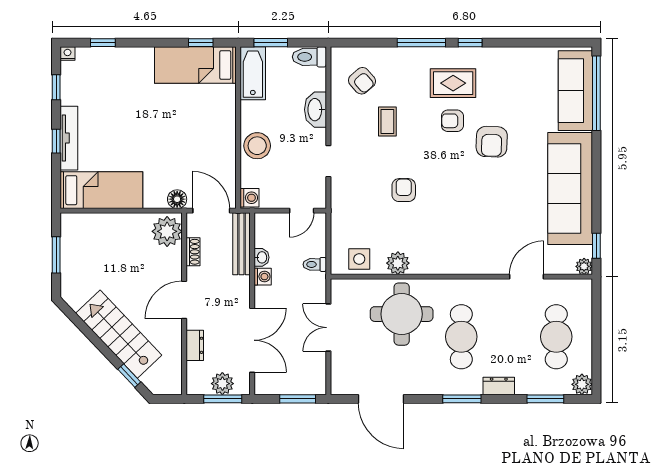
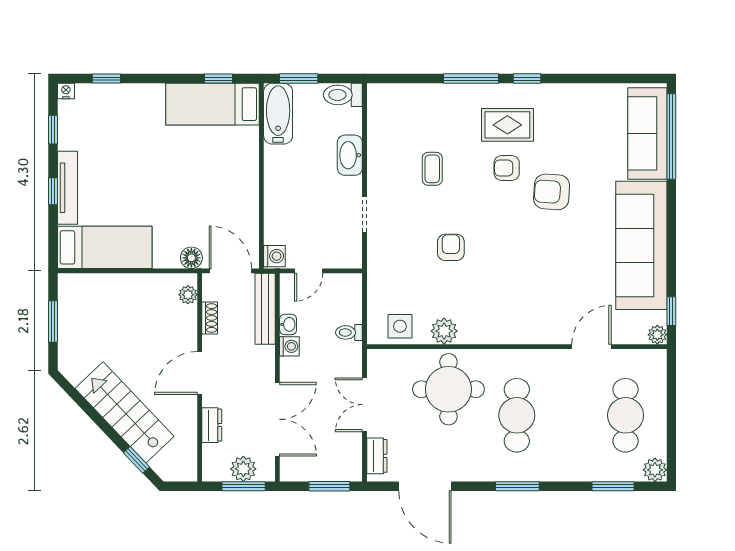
armchair: (362, 81) -> (403, 122), removed
armchair: (492, 142) -> (552, 192), turned 92
stool: (257, 146) -> (283, 197), removed
door: (302, 211) -> (309, 271), moved
plant: (167, 231) -> (188, 295), width x0.53, depth x0.53
dresser: (499, 386) -> (377, 456), moved, turned 90

